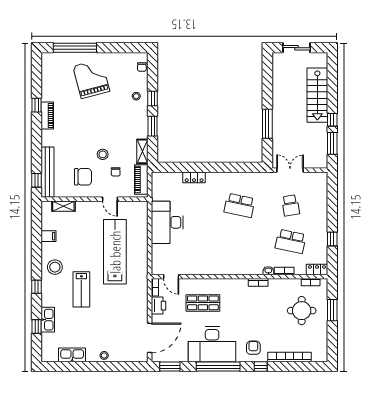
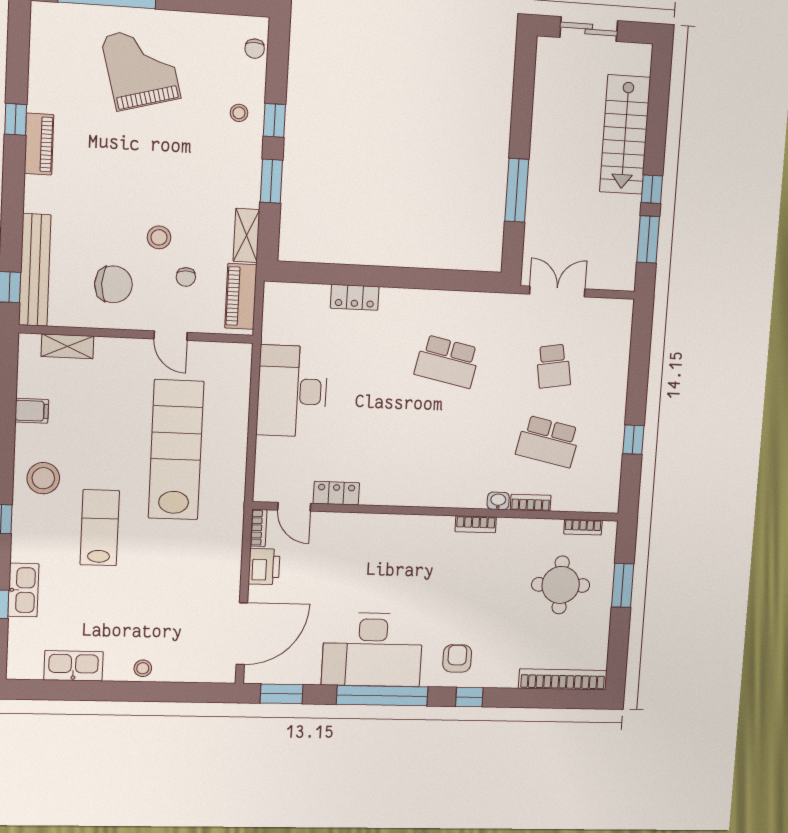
locker: (317, 270) -> (336, 493), moved
lab bench: (81, 289) -> (100, 528), turned 180
shop shelf: (203, 303) -> (358, 564), removed
bookcase: (290, 357) -> (563, 679), moved

